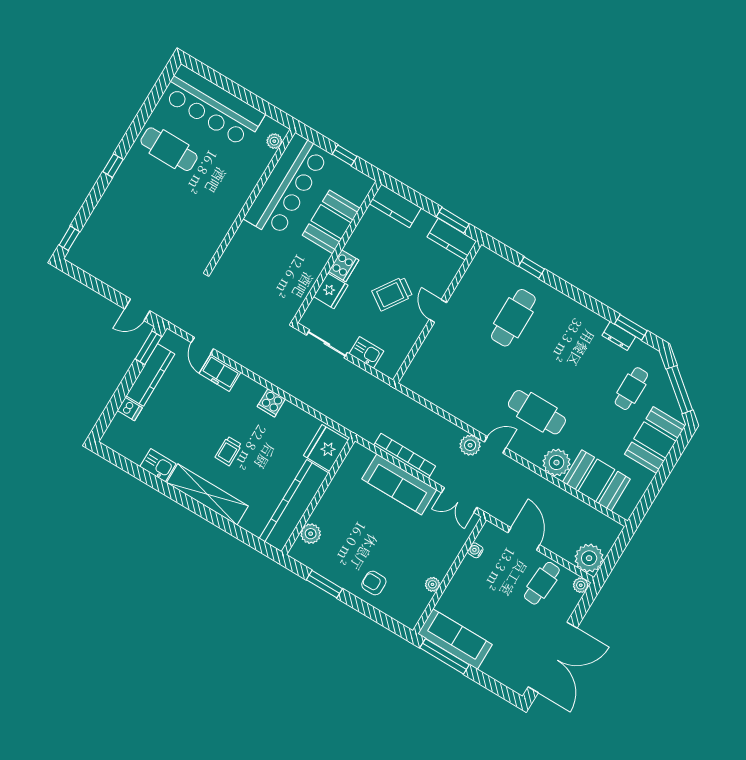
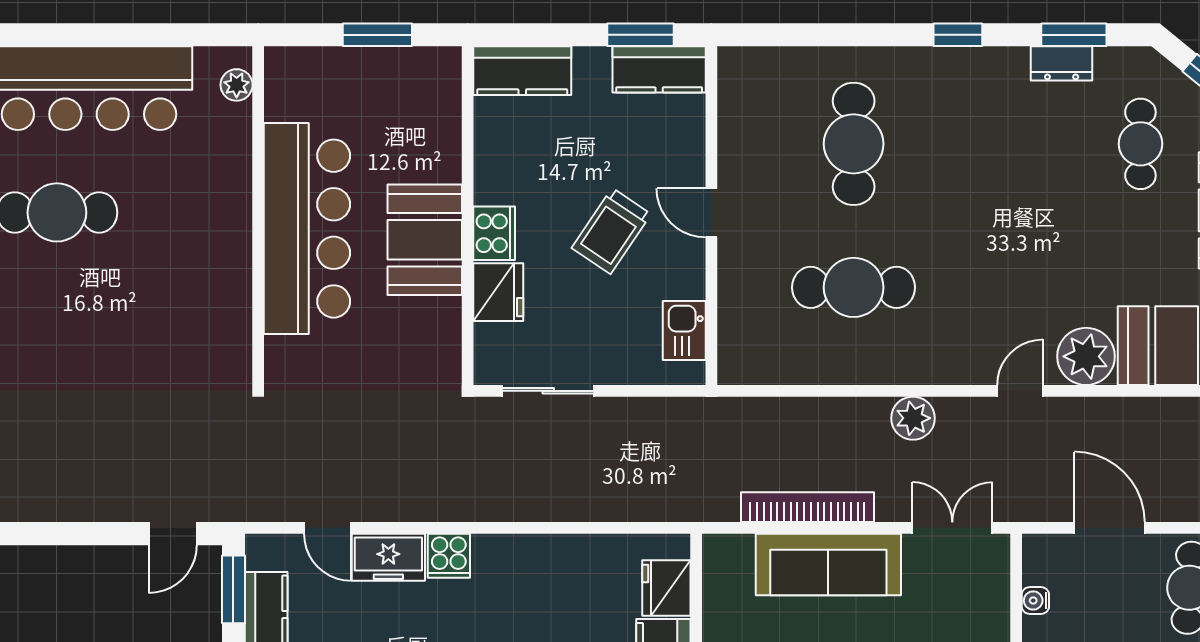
window: (345, 155) -> (377, 35), width x1.50
bar counter: (287, 186) -> (307, 229), moved
booth: (331, 222) -> (425, 240), moved
window: (532, 268) -> (958, 35), moved
kitchen sink: (366, 352) -> (684, 330), moved, turned -90
cooker: (271, 403) -> (449, 556), moved
cafe table: (537, 412) -> (854, 287), moved
door: (495, 445) -> (1020, 391), moved
fridge: (326, 448) -> (666, 588), width x0.73, depth x0.75
double door: (459, 500) -> (952, 528), swing flipped

